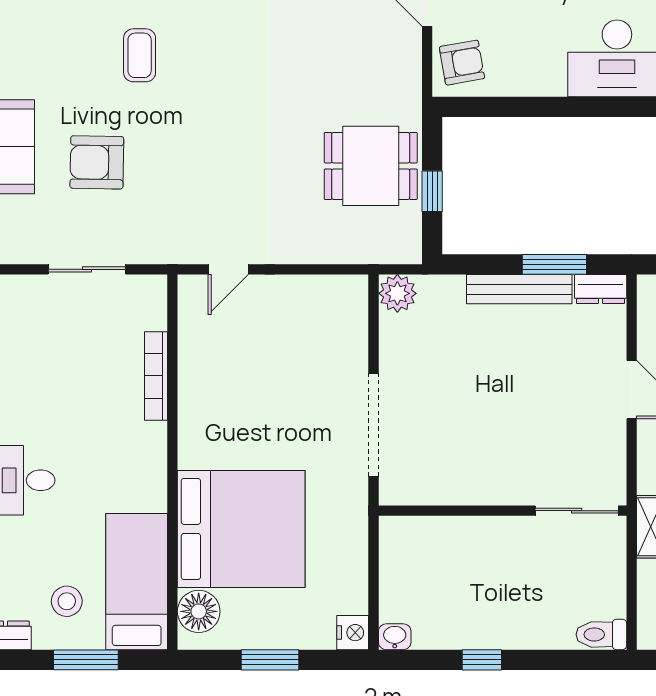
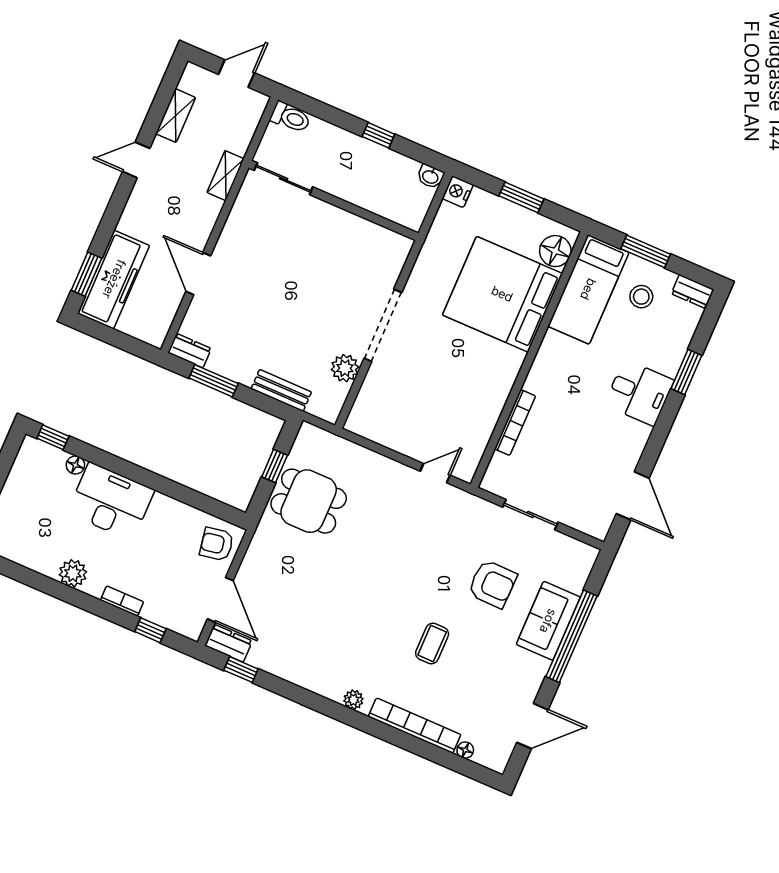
bench: (519, 289) -> (281, 390), moved, width x0.73
plant: (397, 293) -> (345, 368), moved
wall: (503, 511) -> (334, 200), moved
sliding door: (577, 511) -> (284, 179), moved

